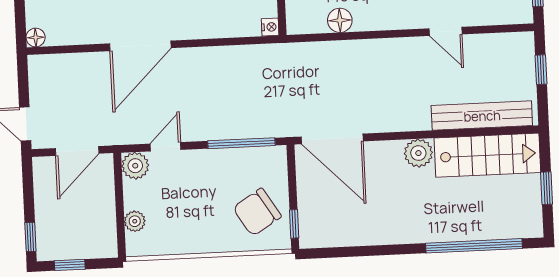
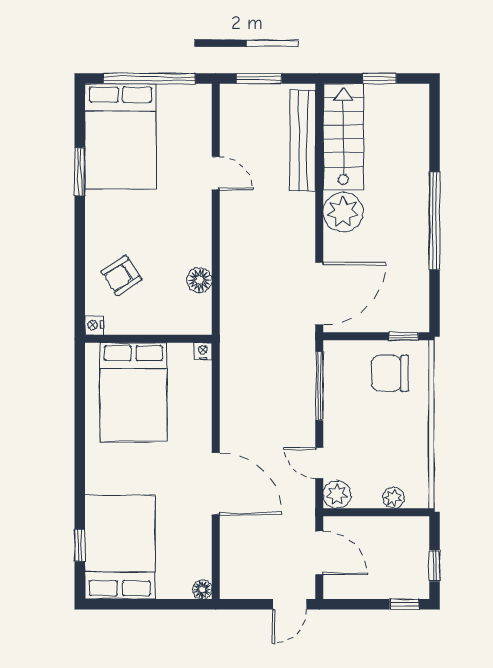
door: (446, 31) -> (216, 173), hinge flipped
window: (541, 70) -> (259, 78), width x1.50
plant: (418, 153) -> (343, 212), width x1.36, depth x1.36
chair: (257, 212) -> (390, 373), turned 122
window: (474, 246) -> (435, 221), moved

